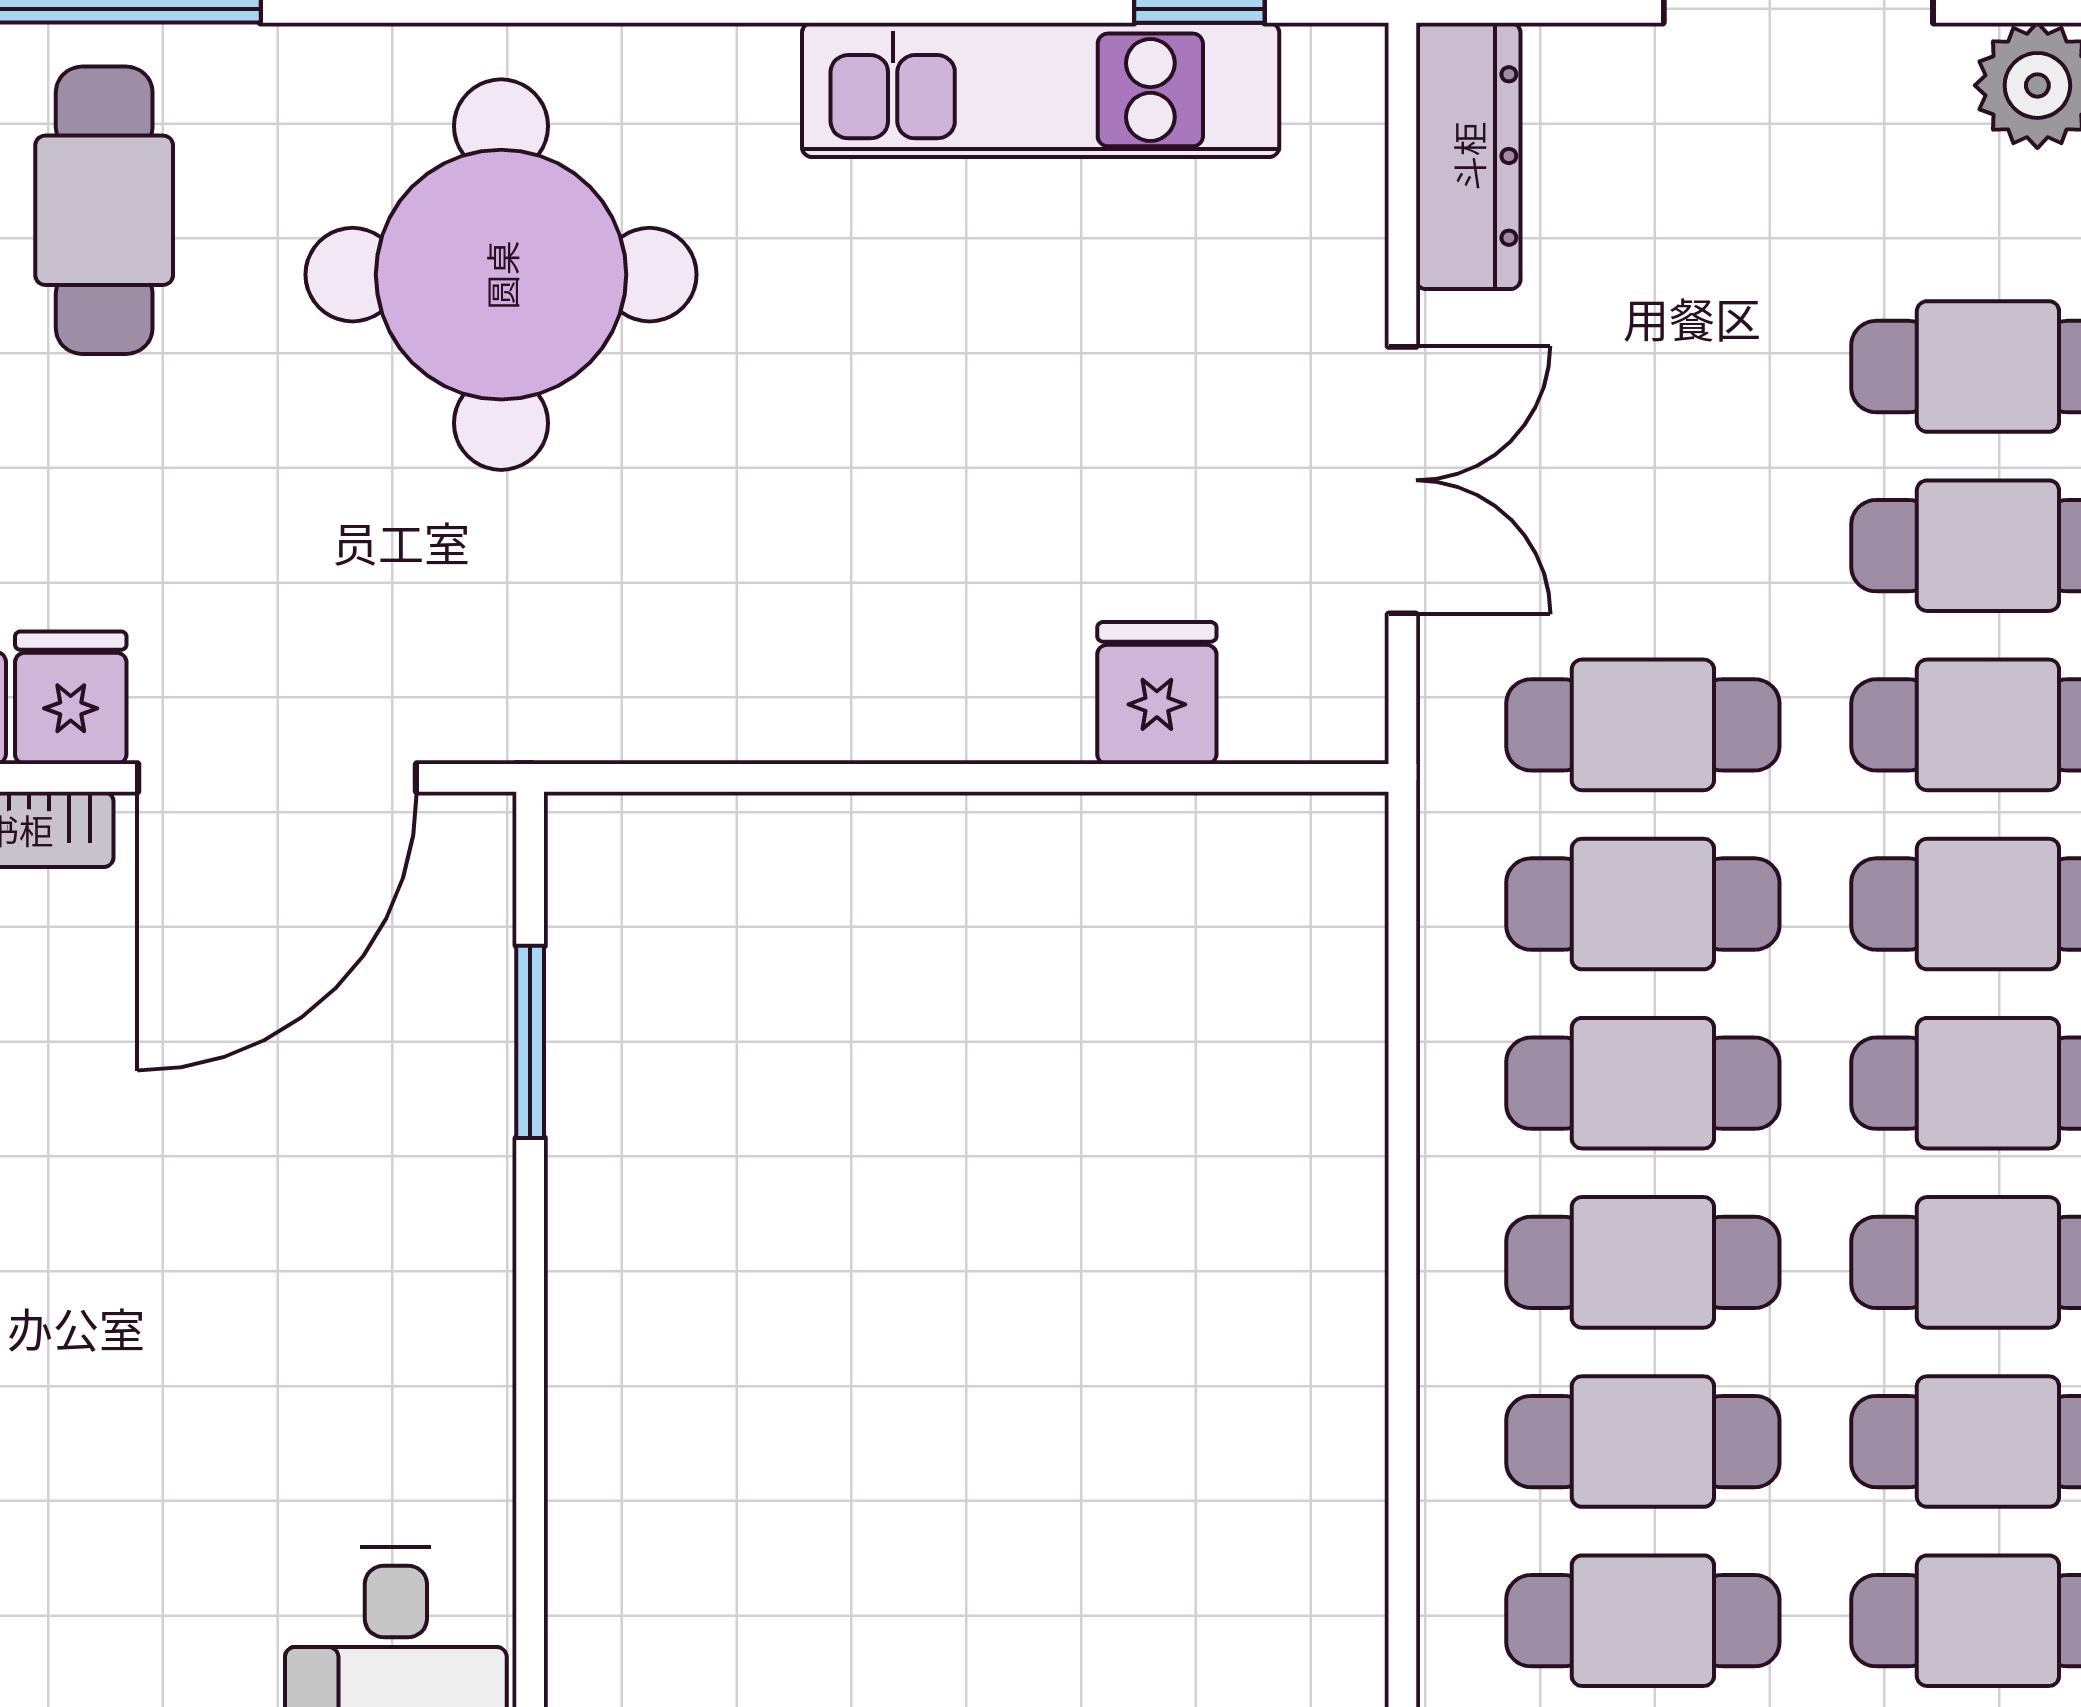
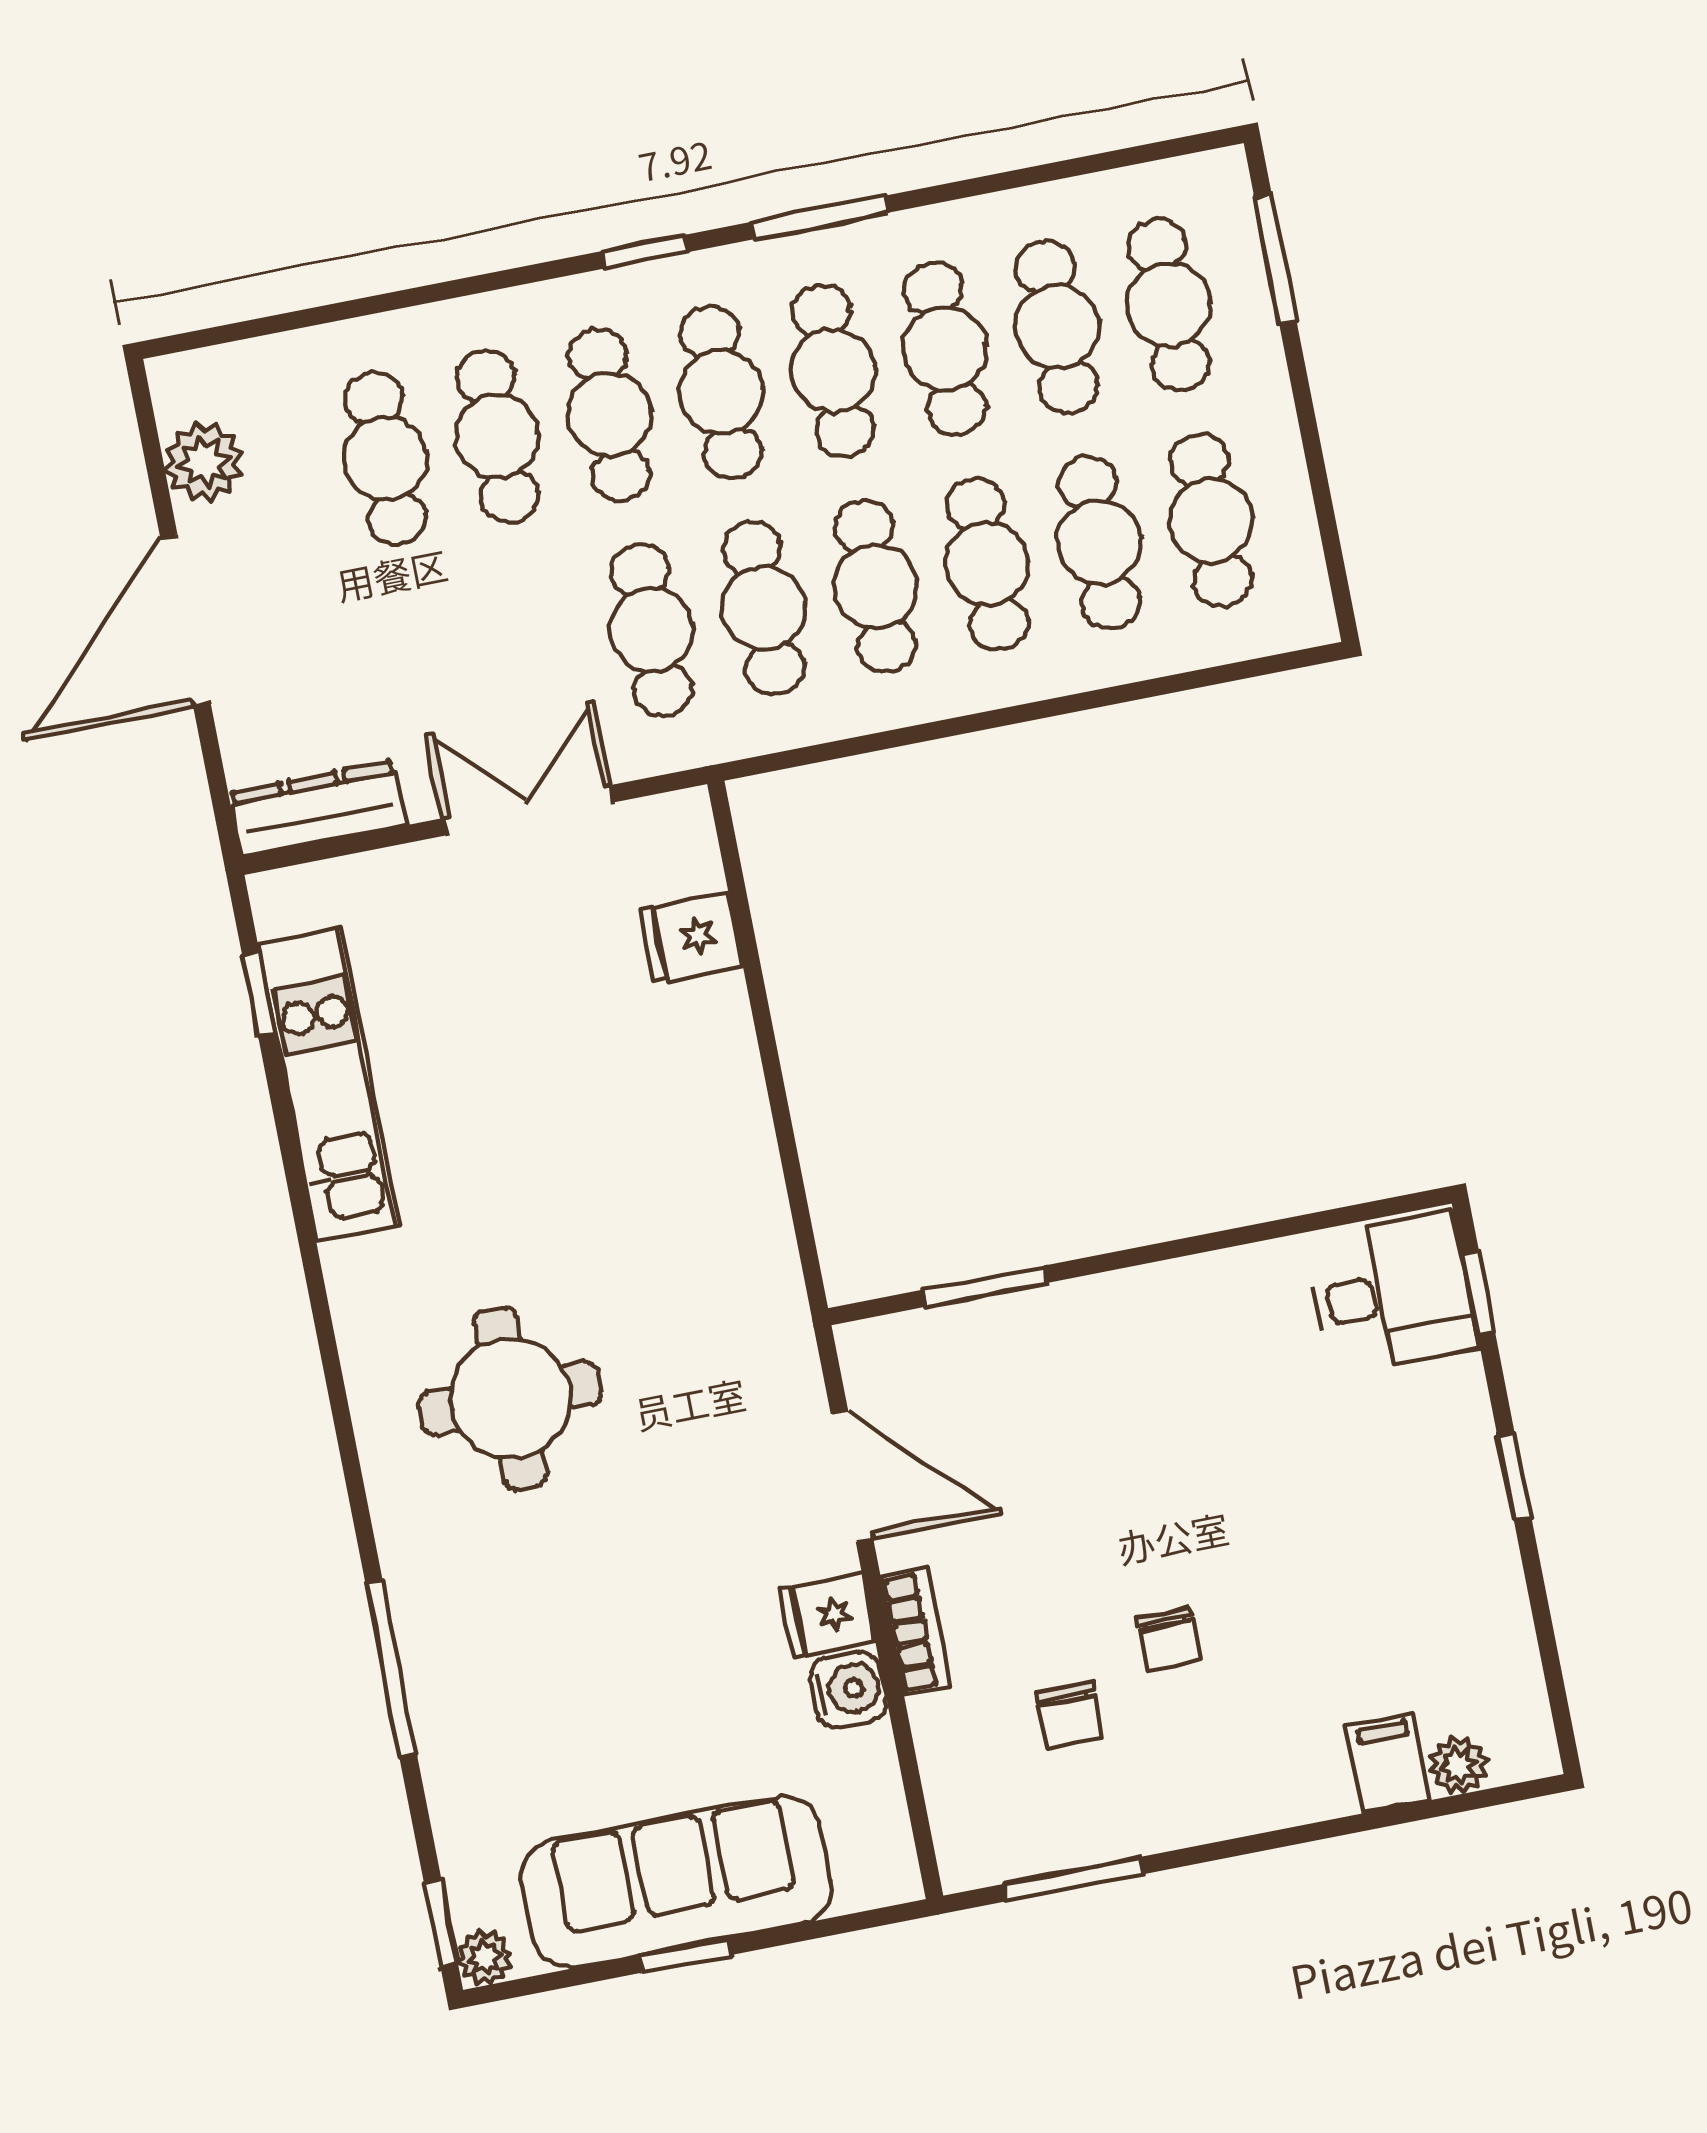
cafe table: (104, 210) -> (519, 1654), removed
round table: (501, 275) -> (510, 1398), width x0.73, depth x0.73
door: (277, 778) -> (852, 1476), width x0.73

